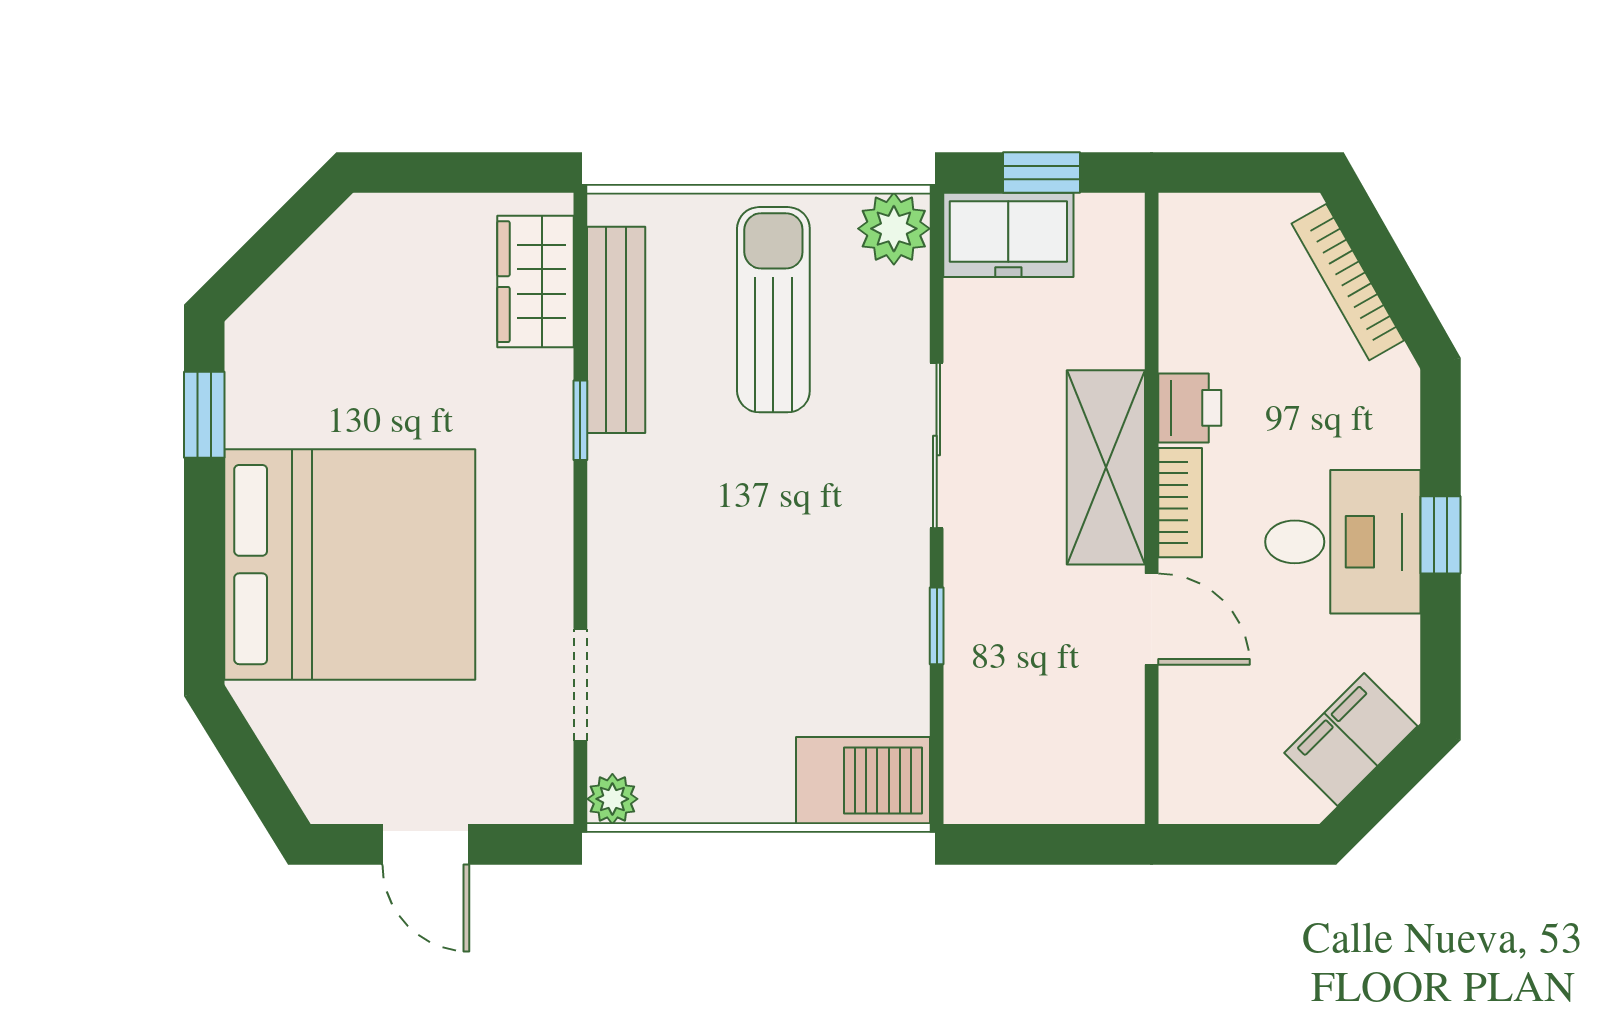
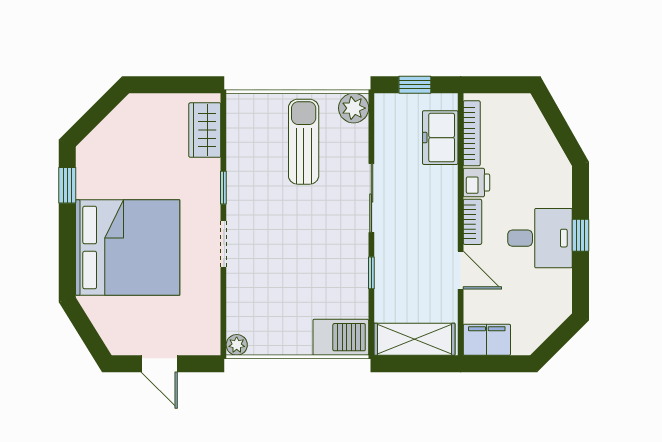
freezer: (1008, 235) -> (440, 138), moved, turned 90
bookcase: (1348, 282) -> (472, 133), moved, turned -150
bench: (616, 330) -> (238, 150), removed
shelving: (1106, 467) -> (414, 339), moved, turned 90
doorway: (580, 685) -> (223, 244), moved
filing cabinet: (1351, 739) -> (487, 340), moved, turned 45

